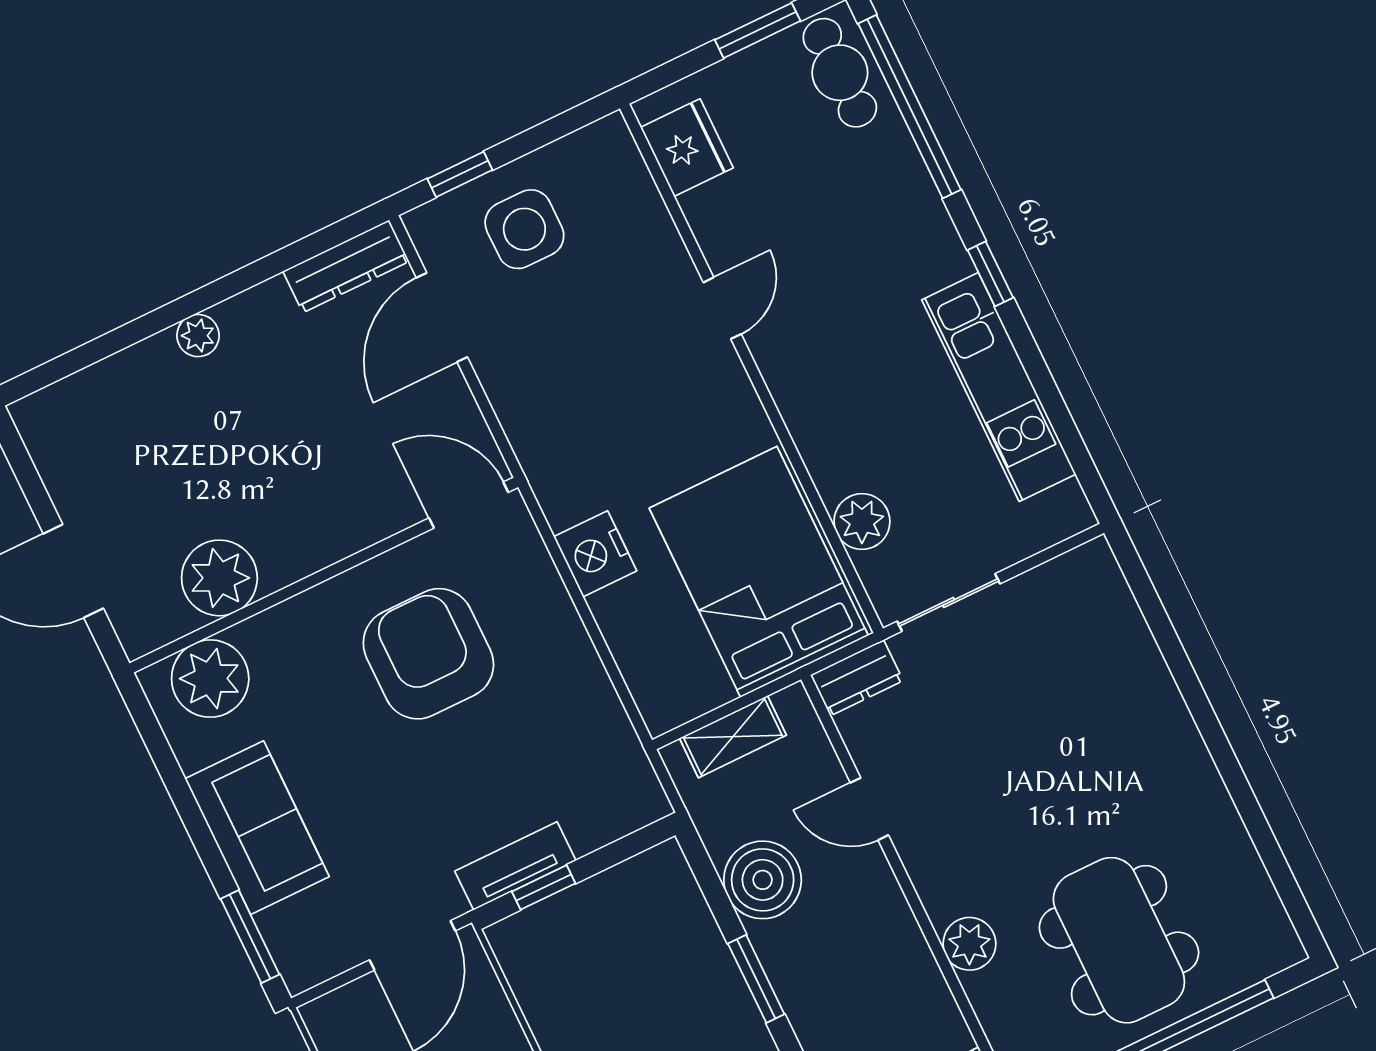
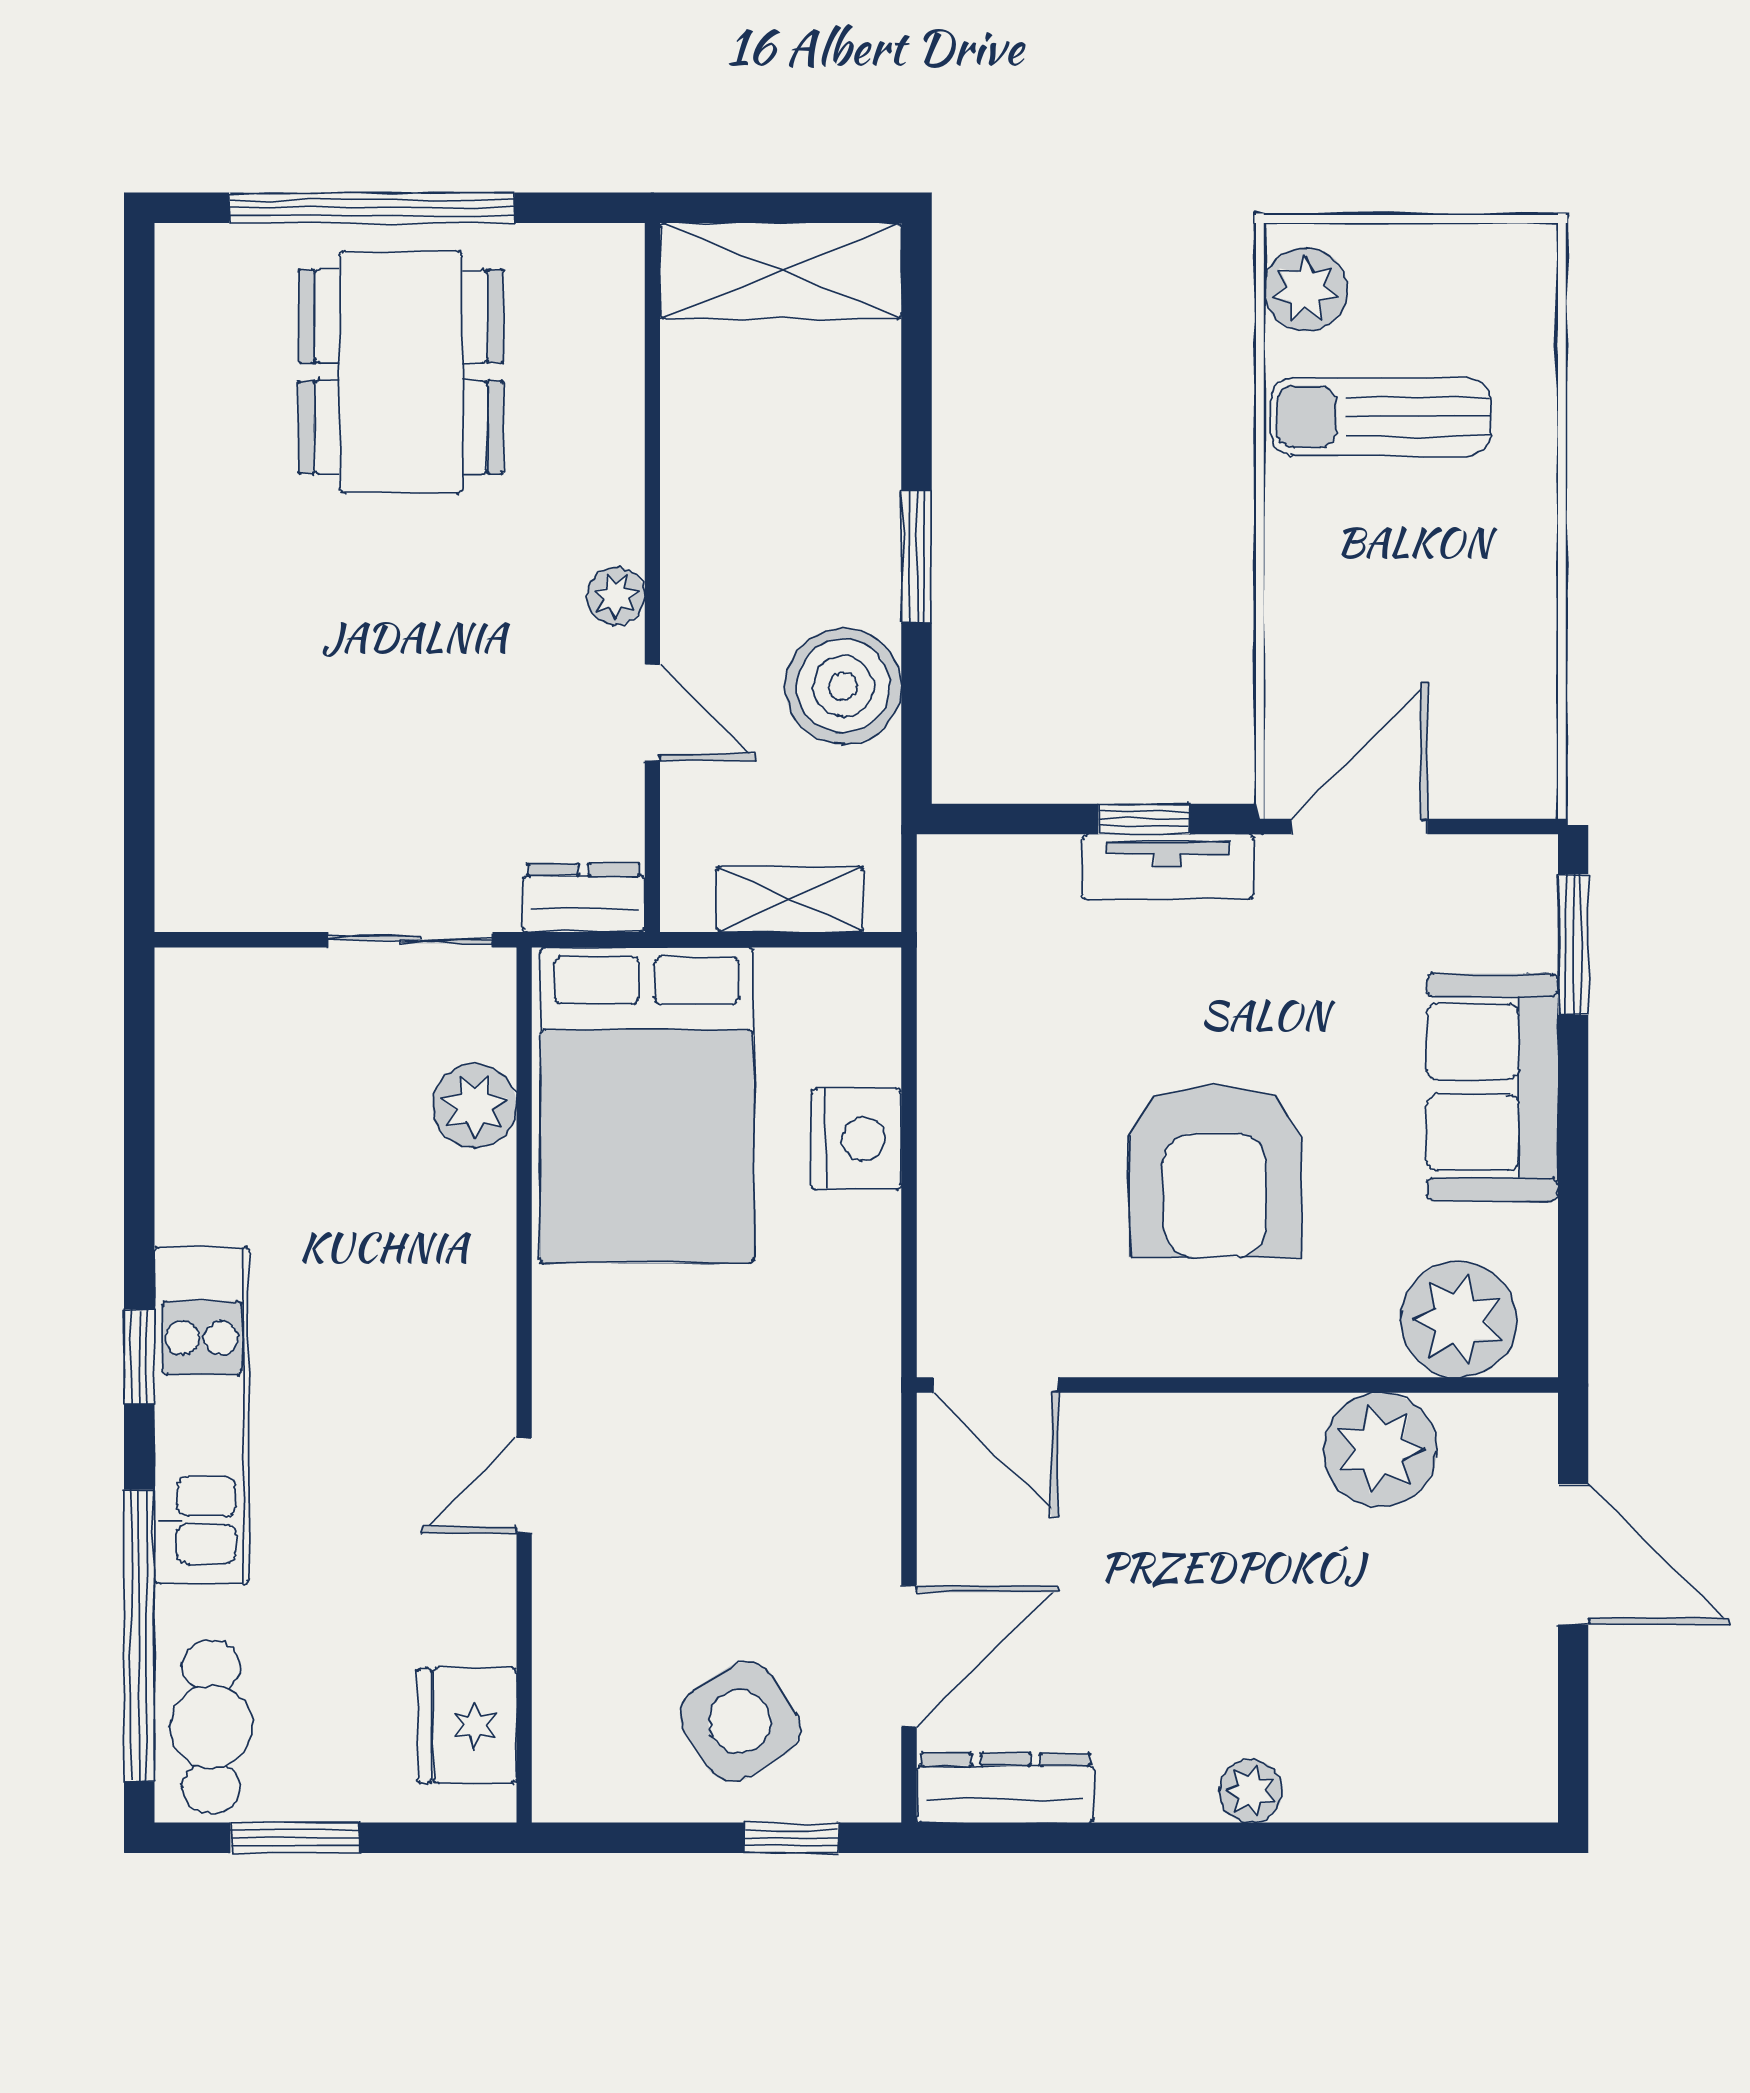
side table: (524, 229) -> (740, 1722), turned -32
kitchen unit: (999, 387) -> (202, 1415), moved
nightstand: (595, 554) -> (856, 1139), moved
armchair: (428, 654) -> (1215, 1171), moved
plant: (969, 944) -> (616, 596), moved, width x0.73, depth x0.73

